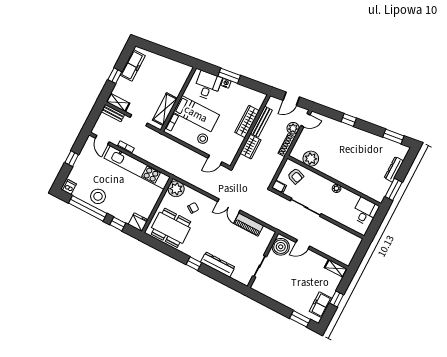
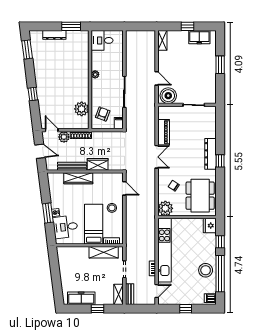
dresser: (218, 265) -> (210, 154), moved
window: (300, 319) -> (220, 65), moved

